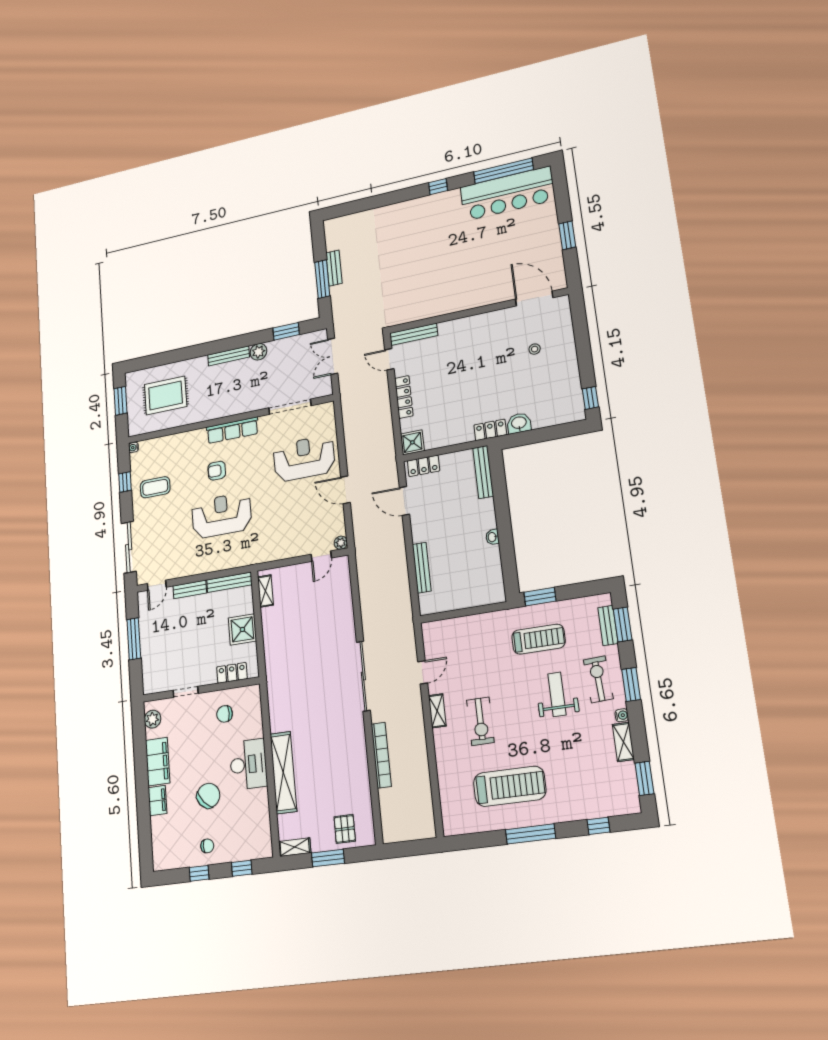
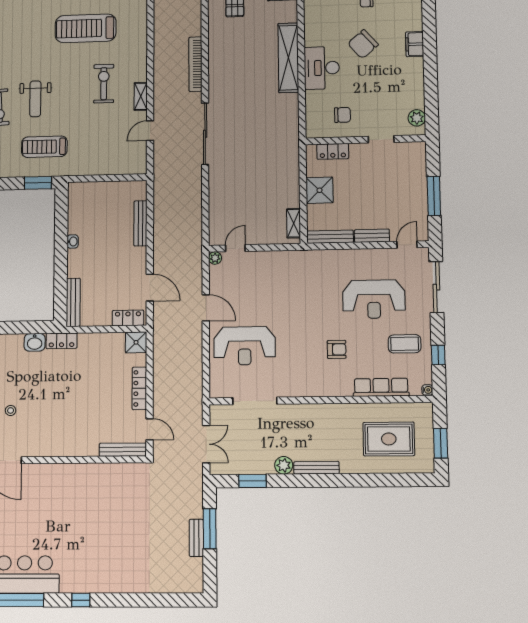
row of seats: (232, 430) -> (381, 387), moved
reception desk: (222, 515) -> (374, 299), moved
filing cabinet: (158, 762) -> (413, 79), removed

